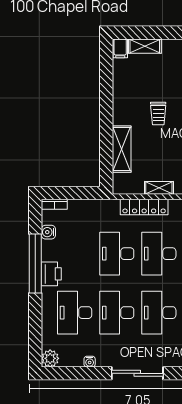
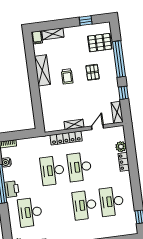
shelving: (122, 149) -> (42, 70), moved
desk: (117, 313) -> (57, 209), removed

